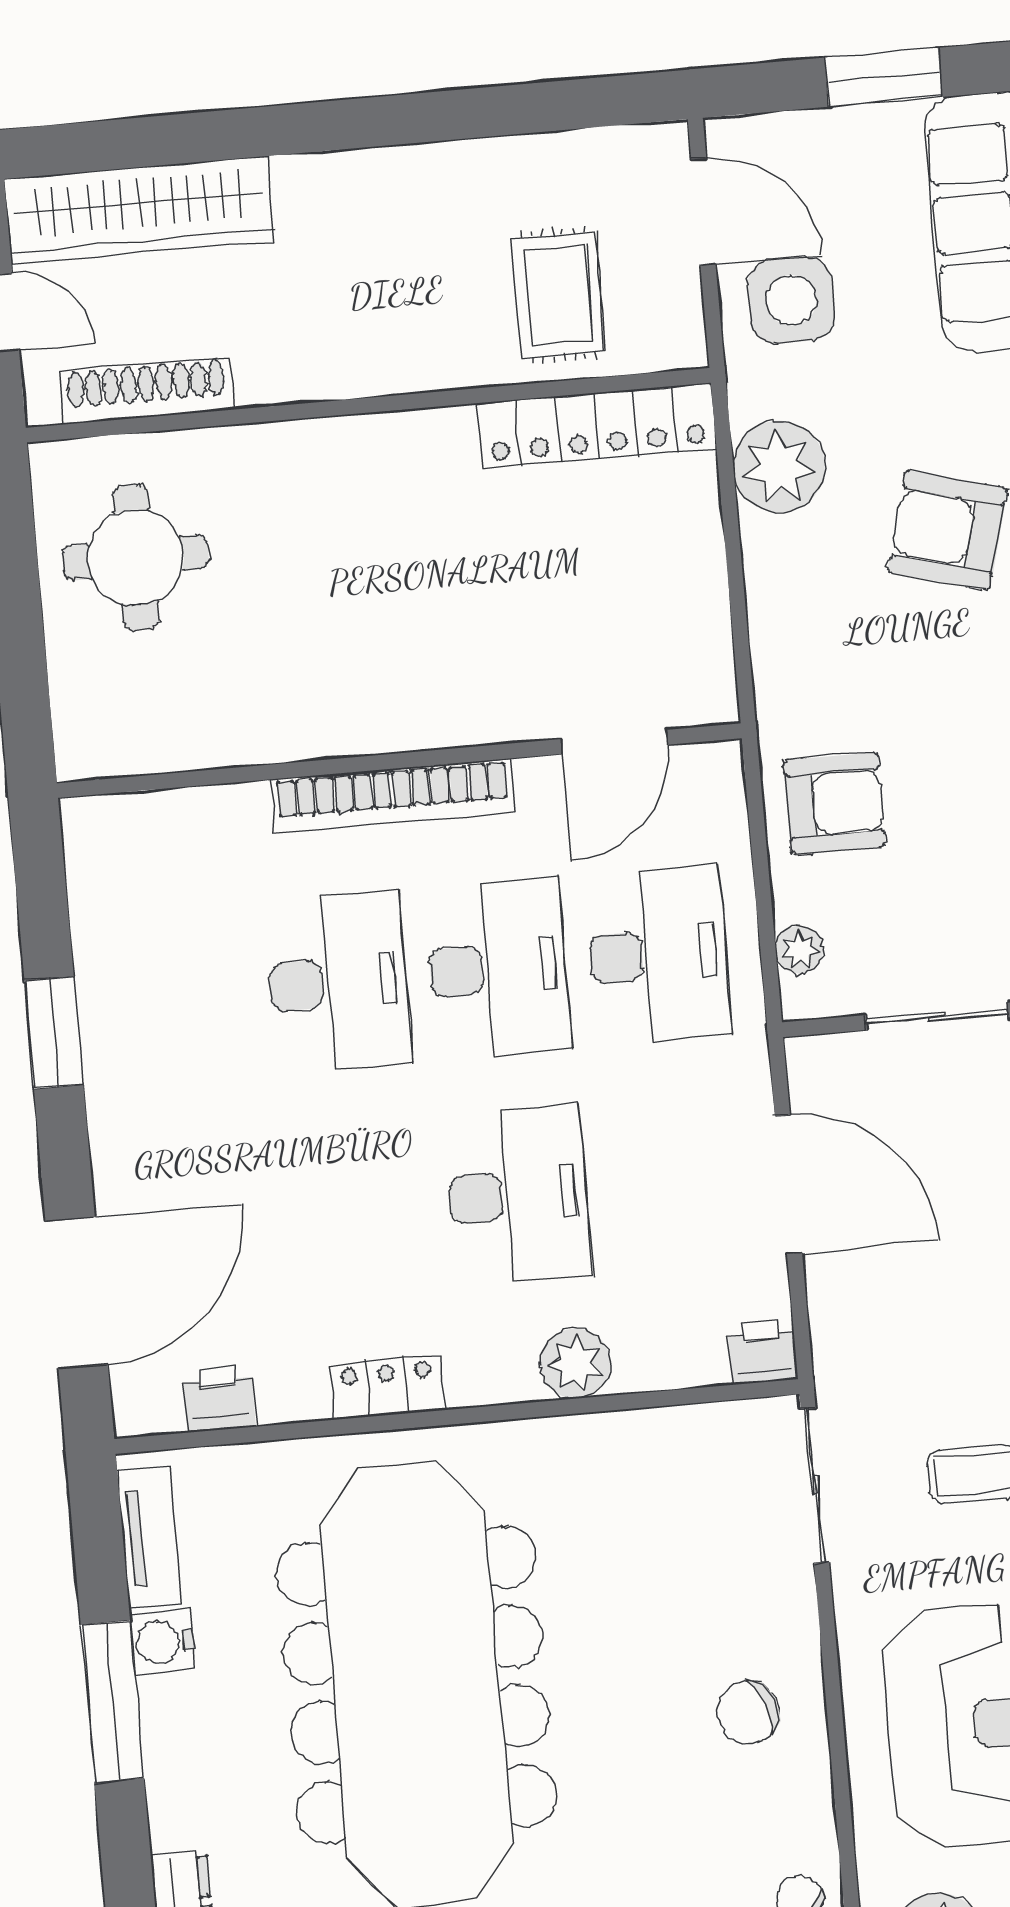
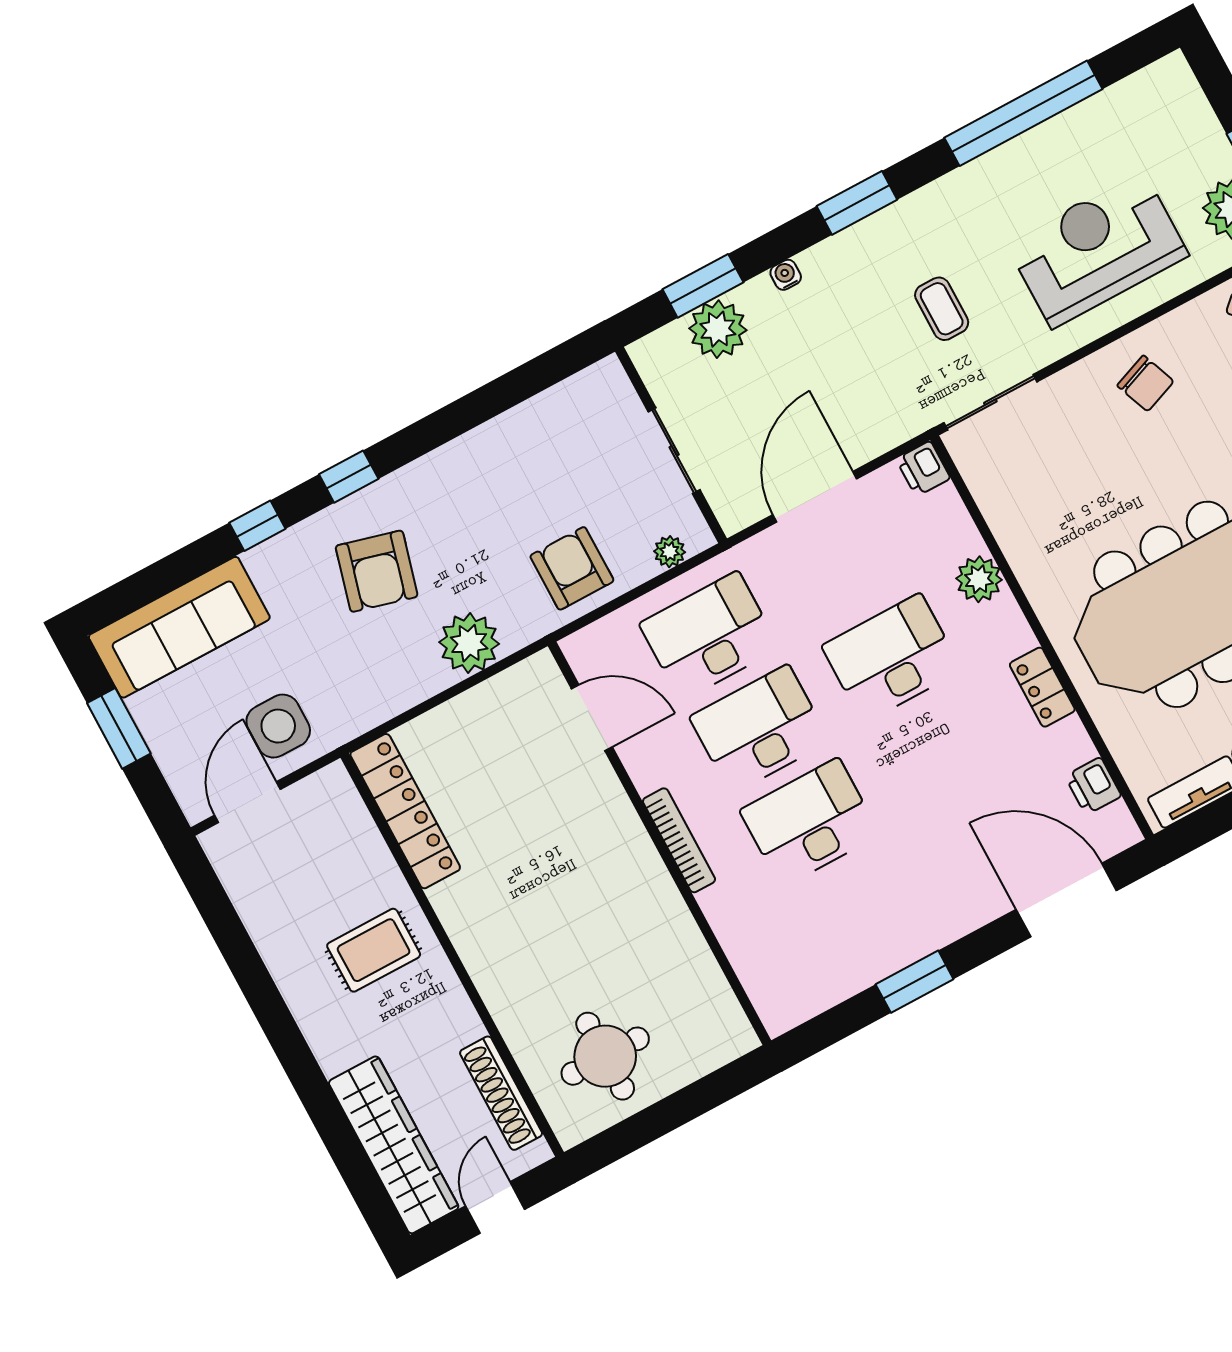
rug: (558, 295) -> (374, 950), moved
plant: (779, 467) -> (469, 643), moved
bookcase: (392, 796) -> (679, 840), width x0.68, depth x0.76

